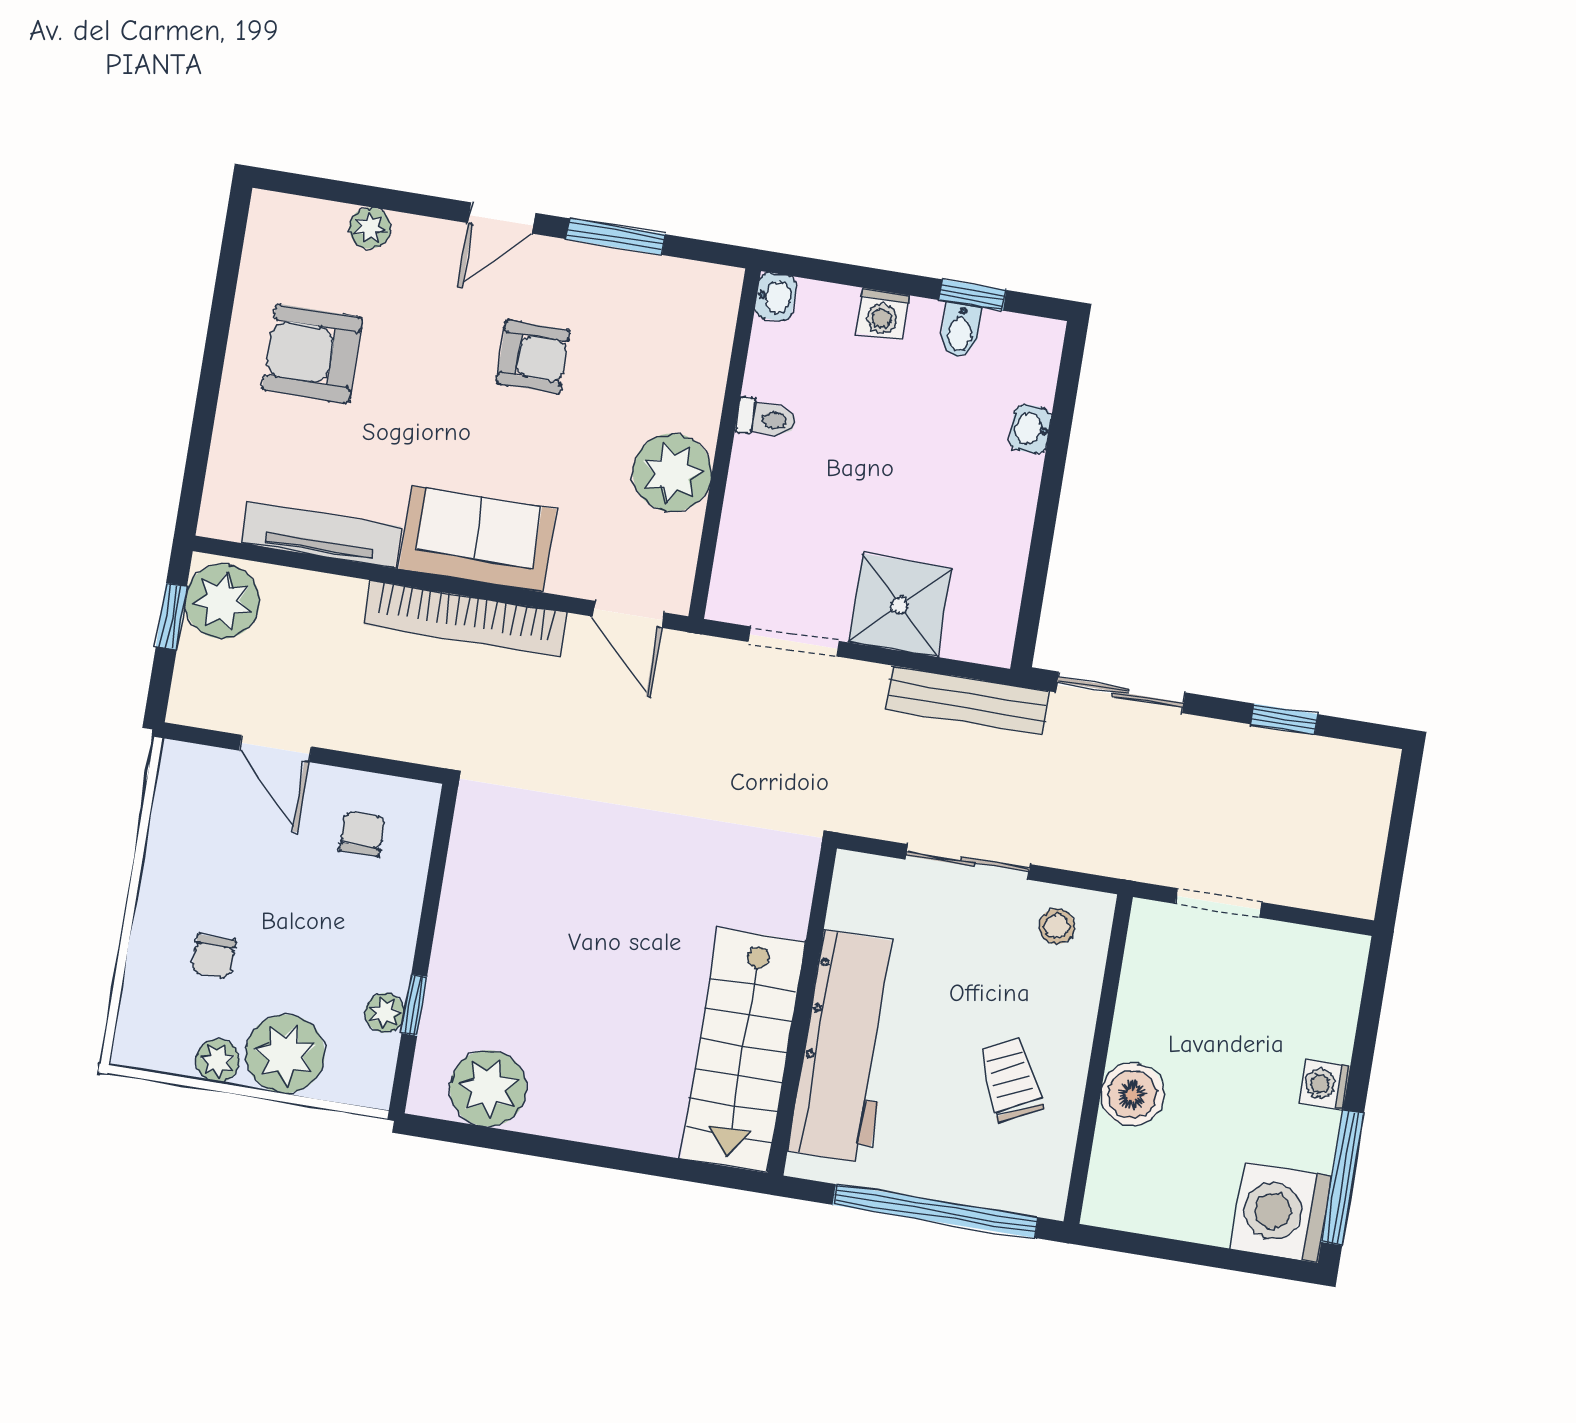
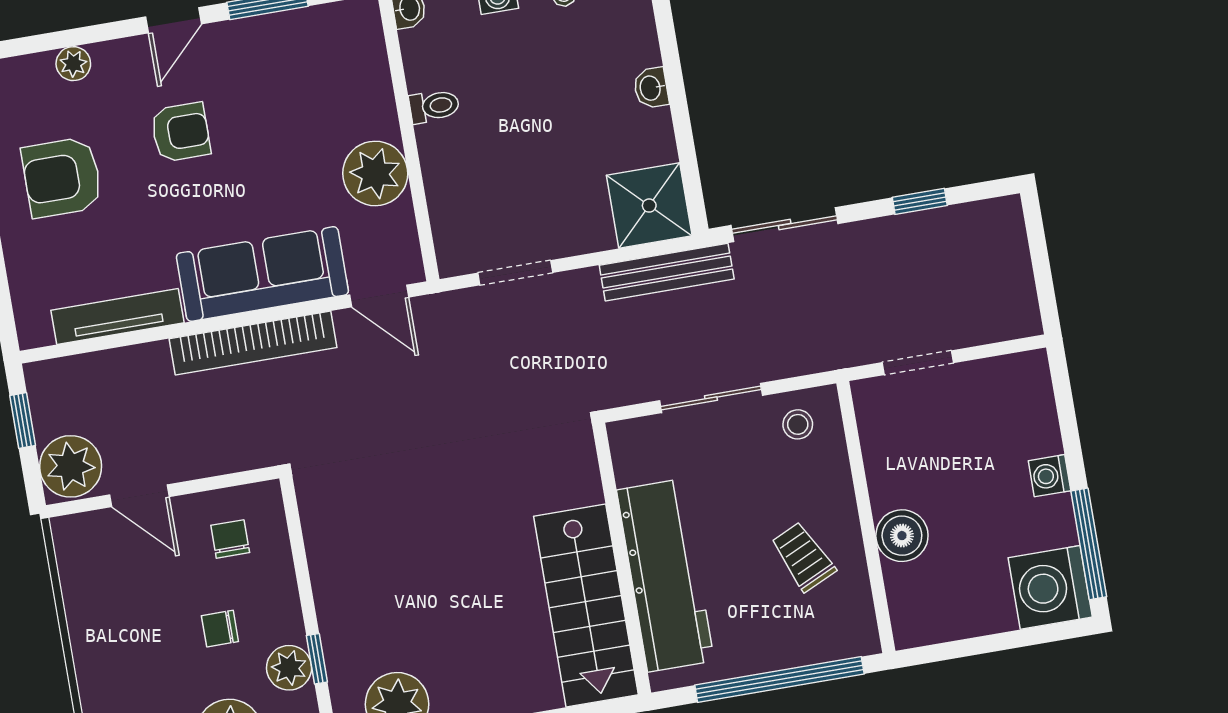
armchair: (533, 357) -> (181, 132), moved
washbasin: (1030, 429) -> (651, 88), moved
sofa: (478, 539) -> (262, 274), width x1.36
plant: (222, 601) -> (71, 466), moved
shower: (900, 605) -> (649, 206), moved
chair: (214, 956) -> (220, 629), moved, turned 90
plant: (385, 1013) -> (289, 668), width x1.38, depth x1.38

